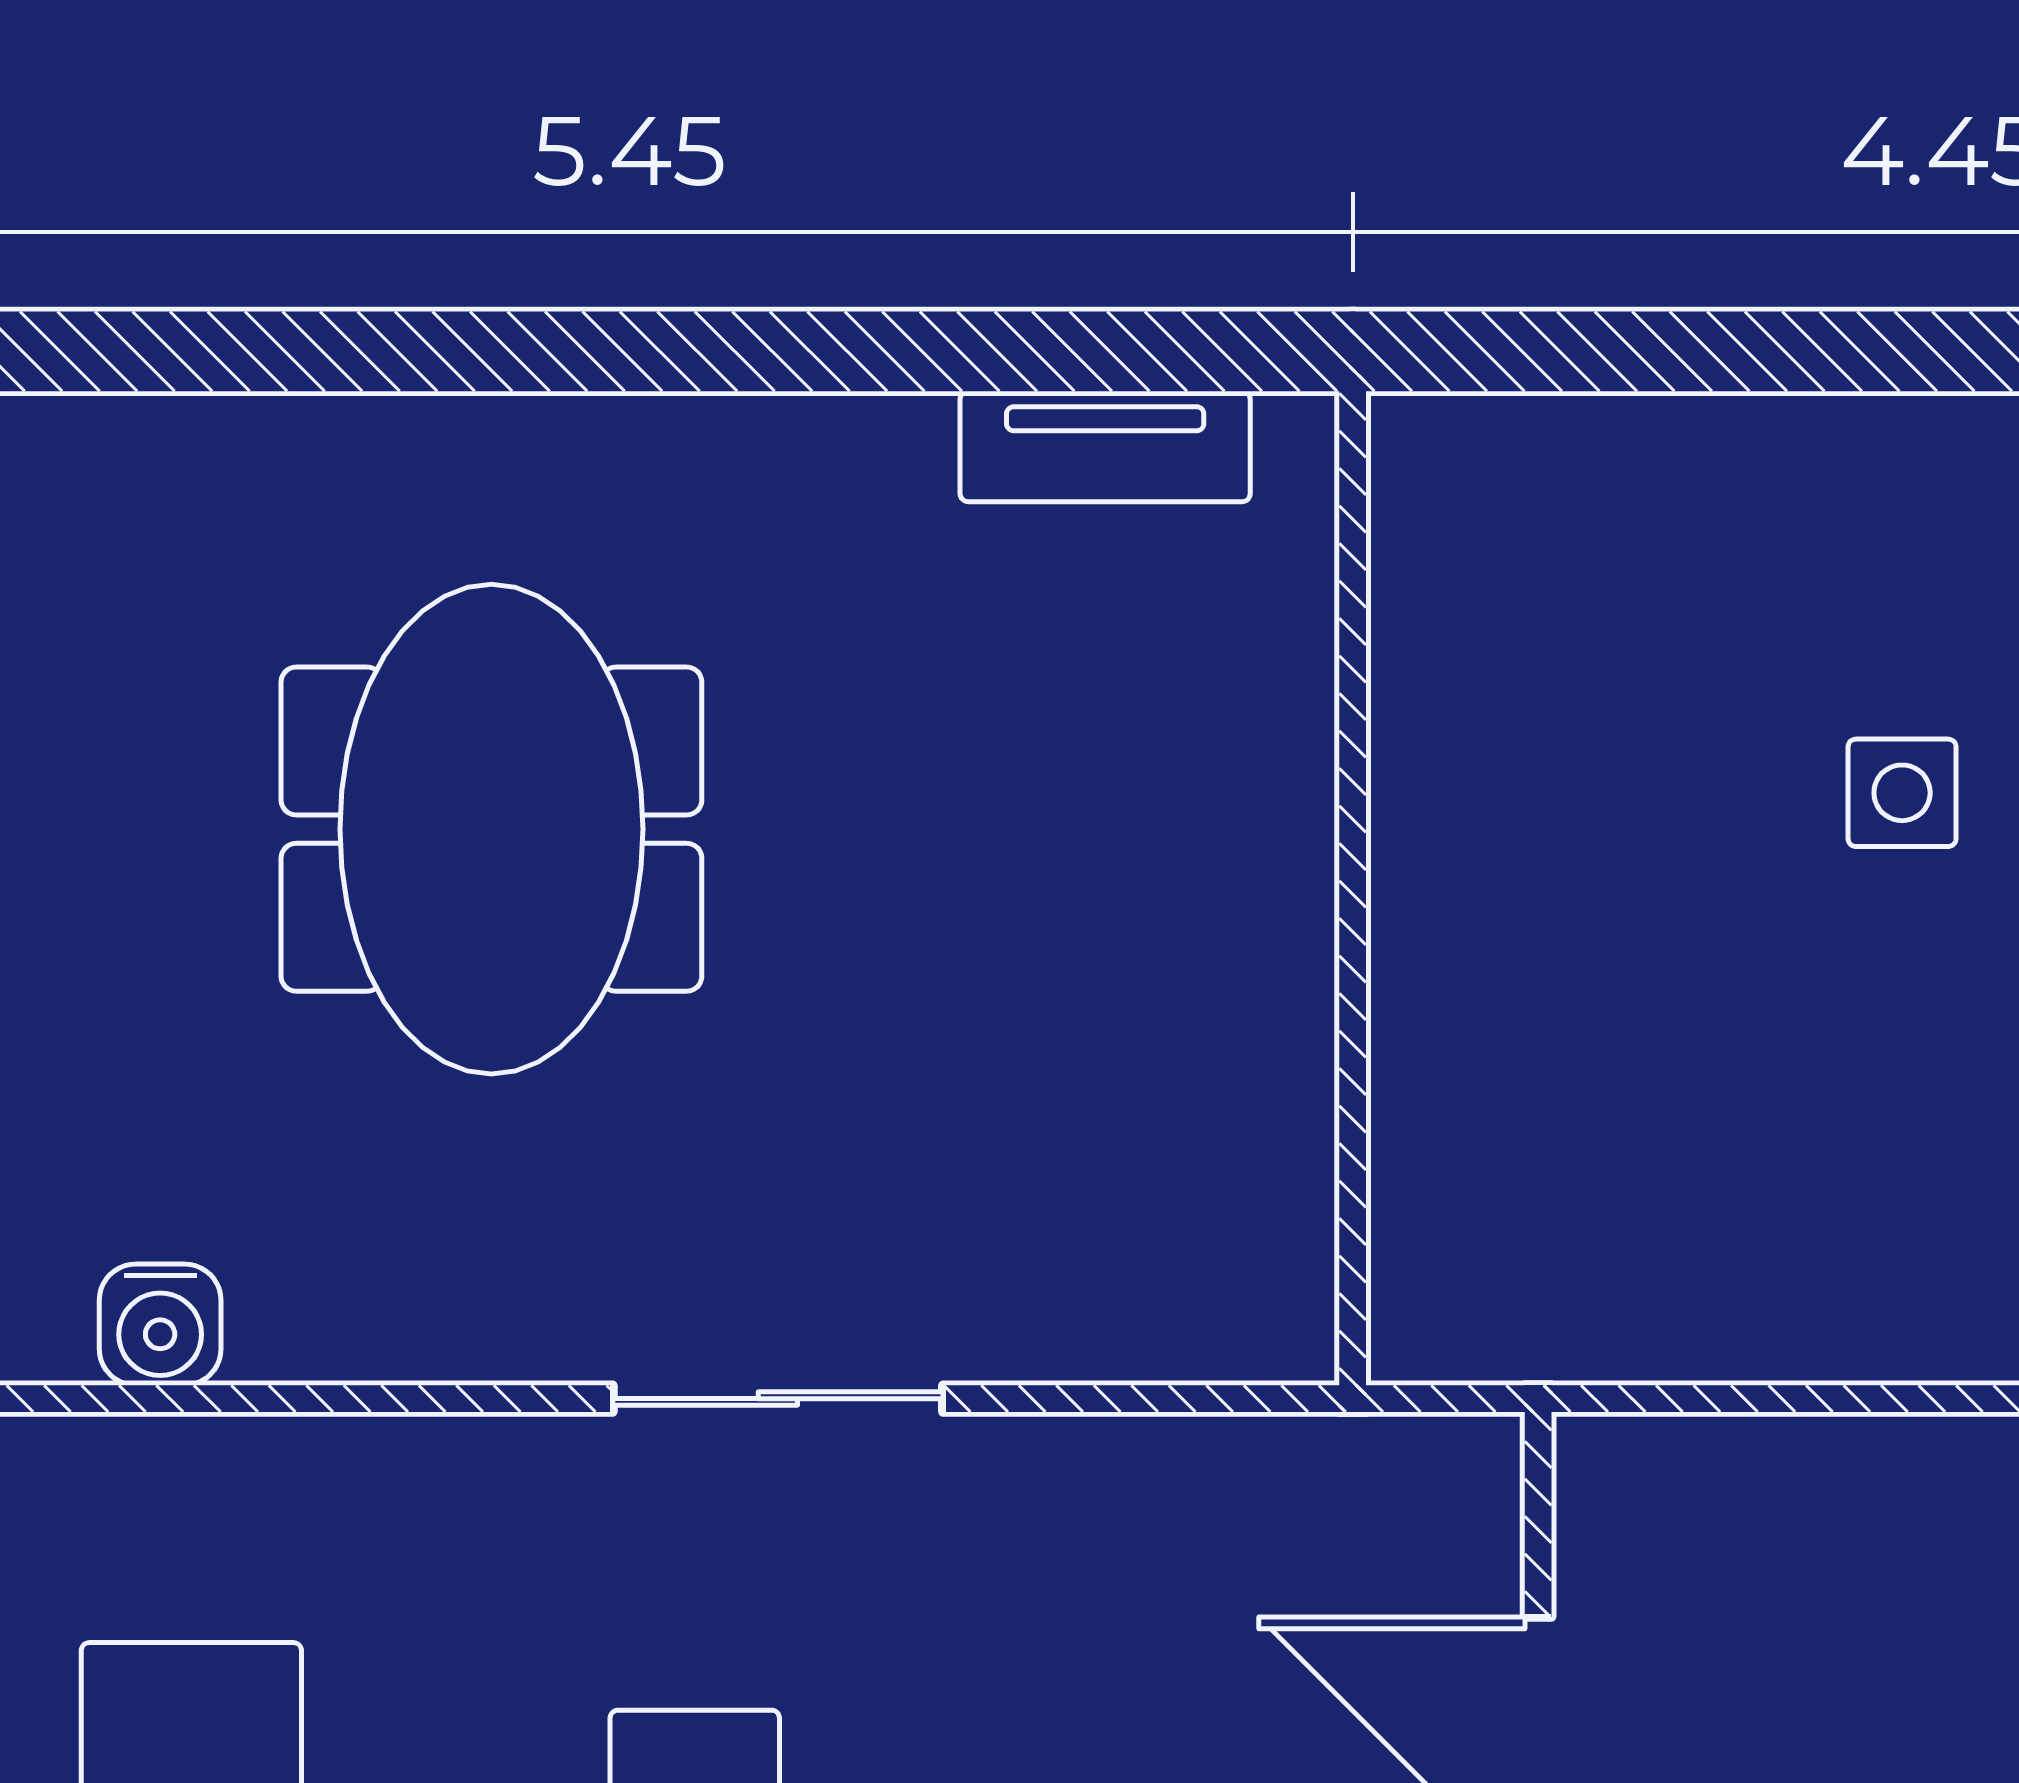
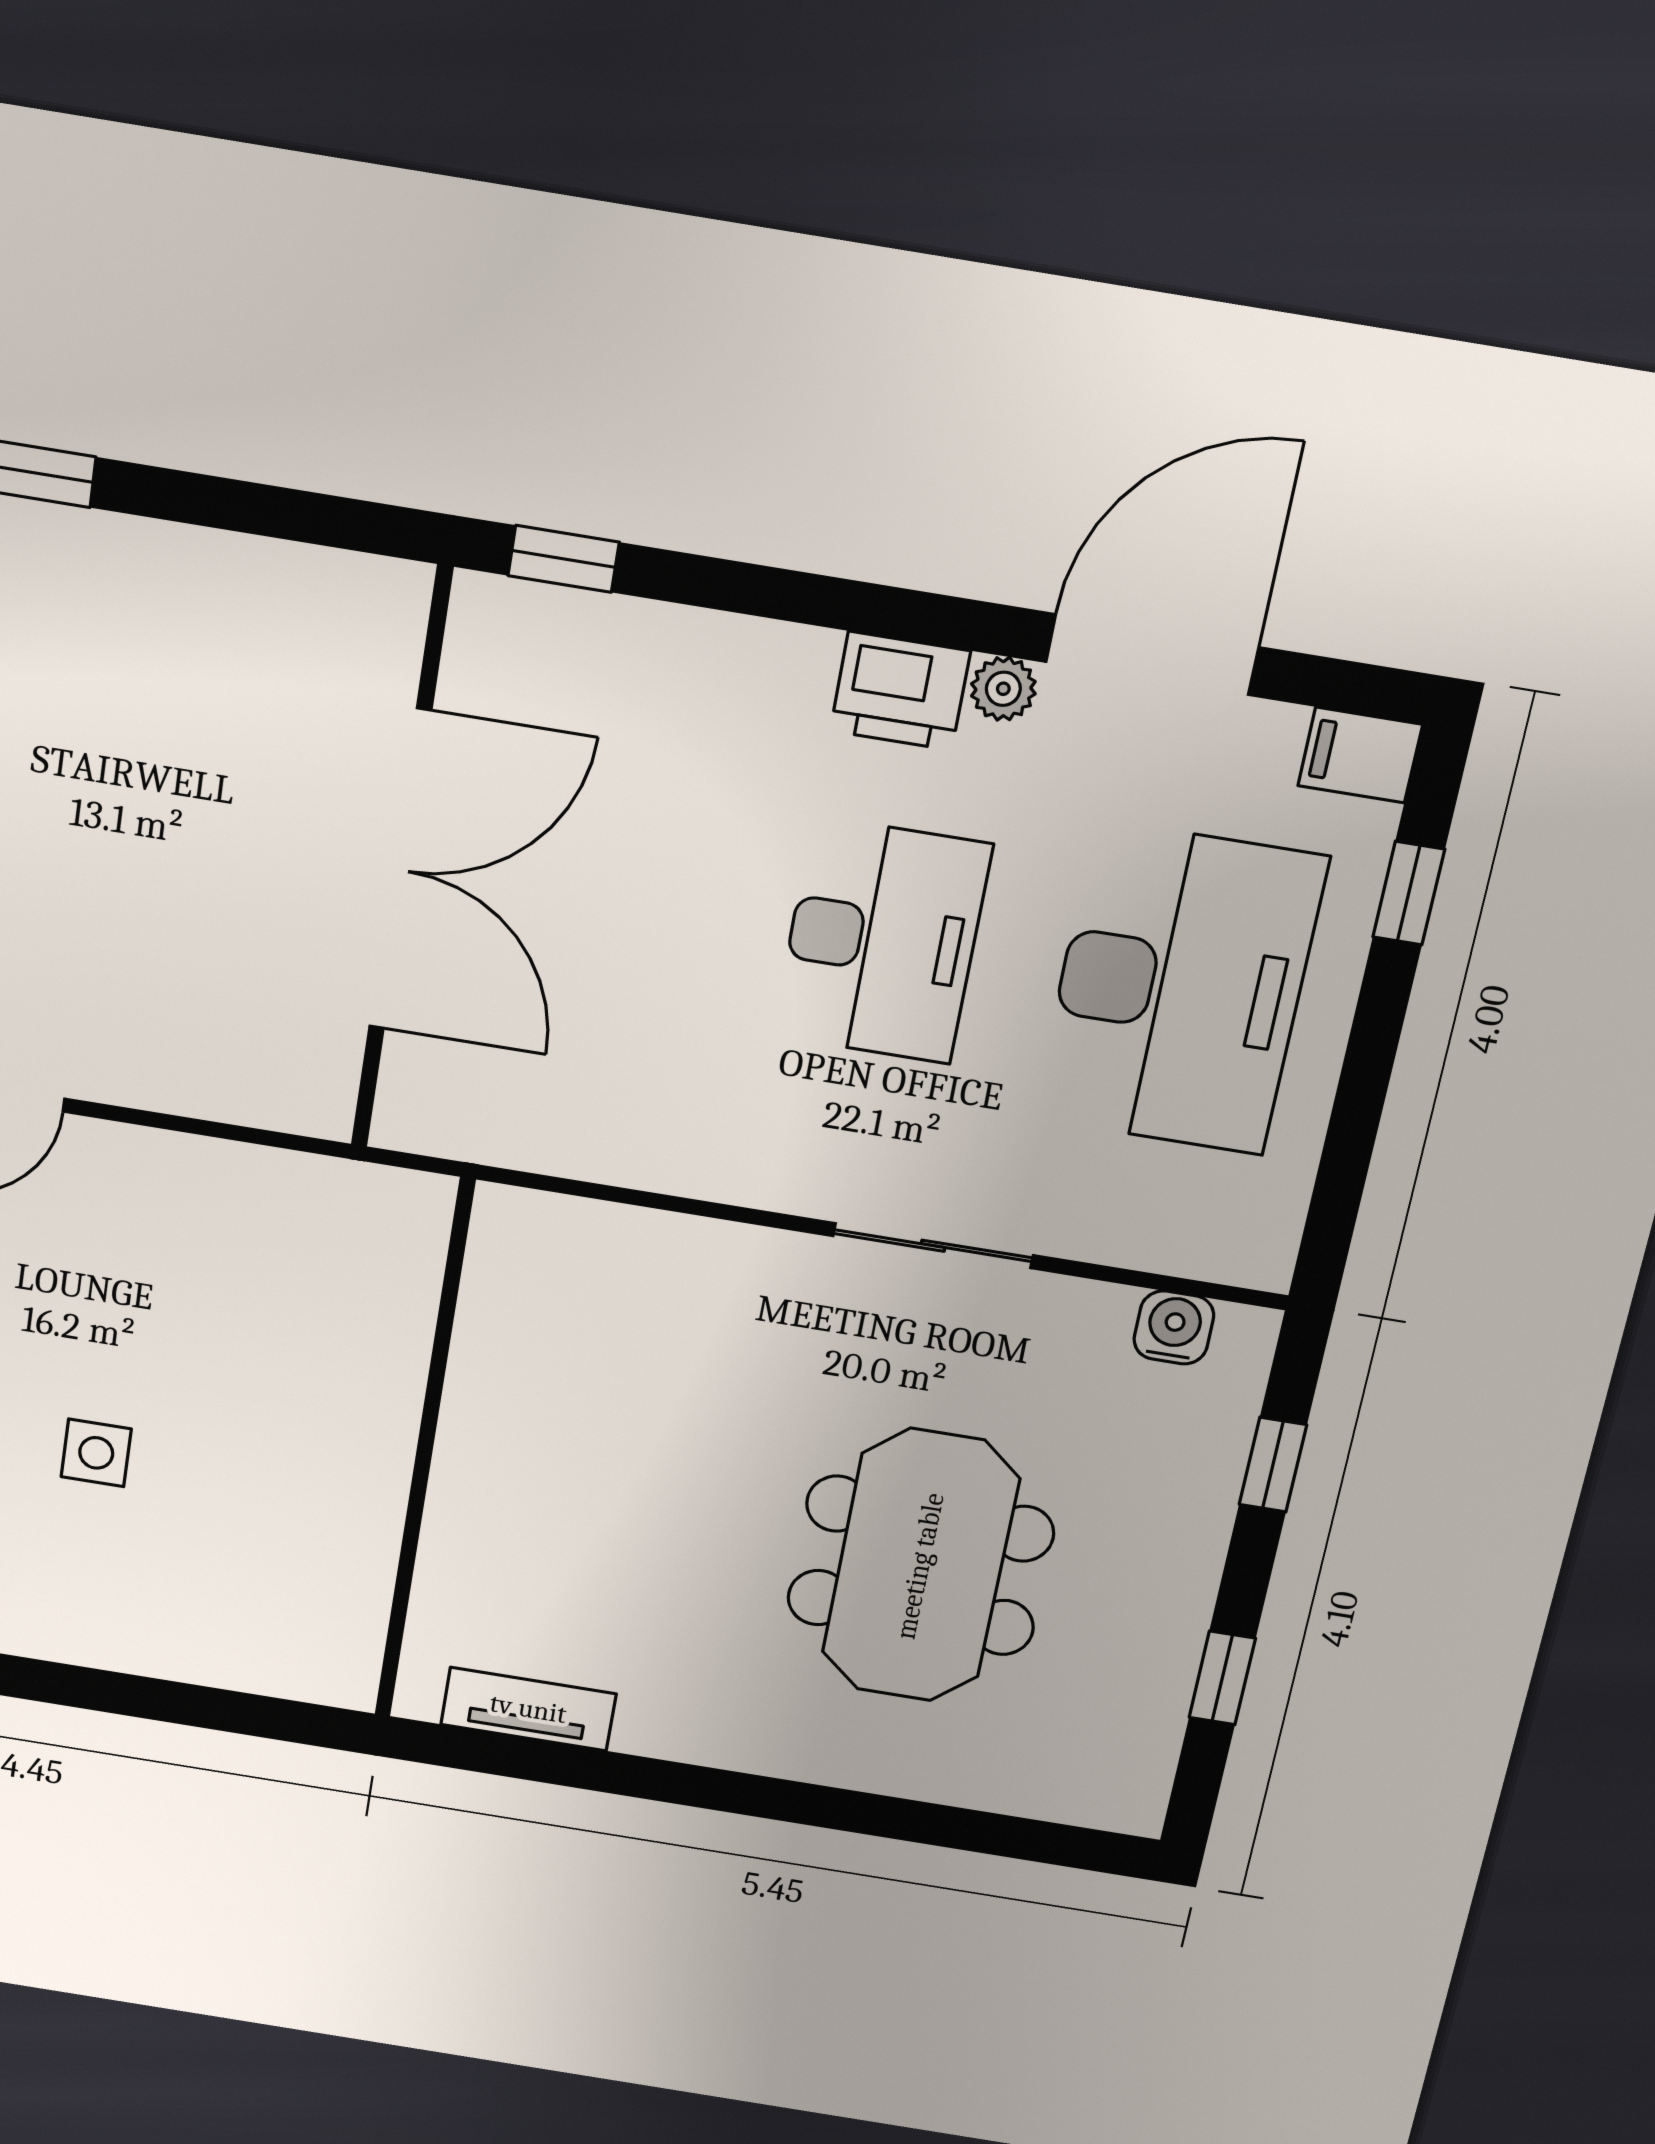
sliding door: (778, 1399) -> (933, 1246), moved

